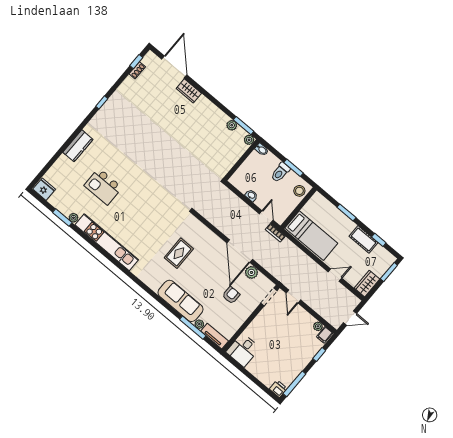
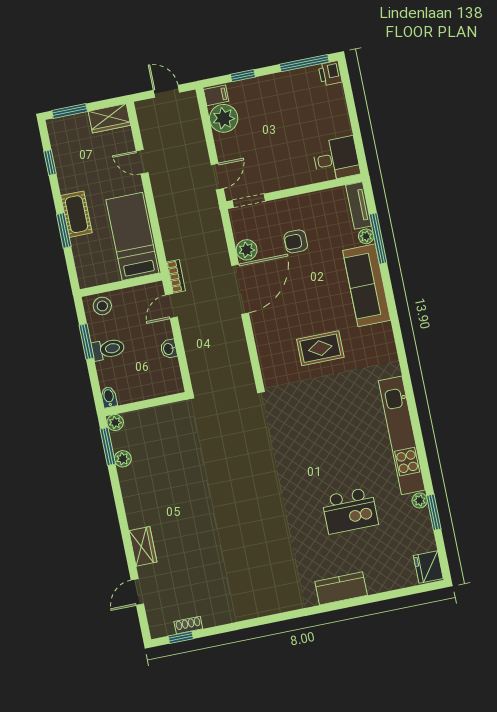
door: (174, 67) -> (137, 592), width x0.53
window: (102, 102) -> (266, 620), removed
kitchen island: (103, 186) -> (350, 511), turned 90
cot: (364, 239) -> (76, 214), moved
plant: (318, 326) -> (224, 118), width x1.88, depth x1.88

